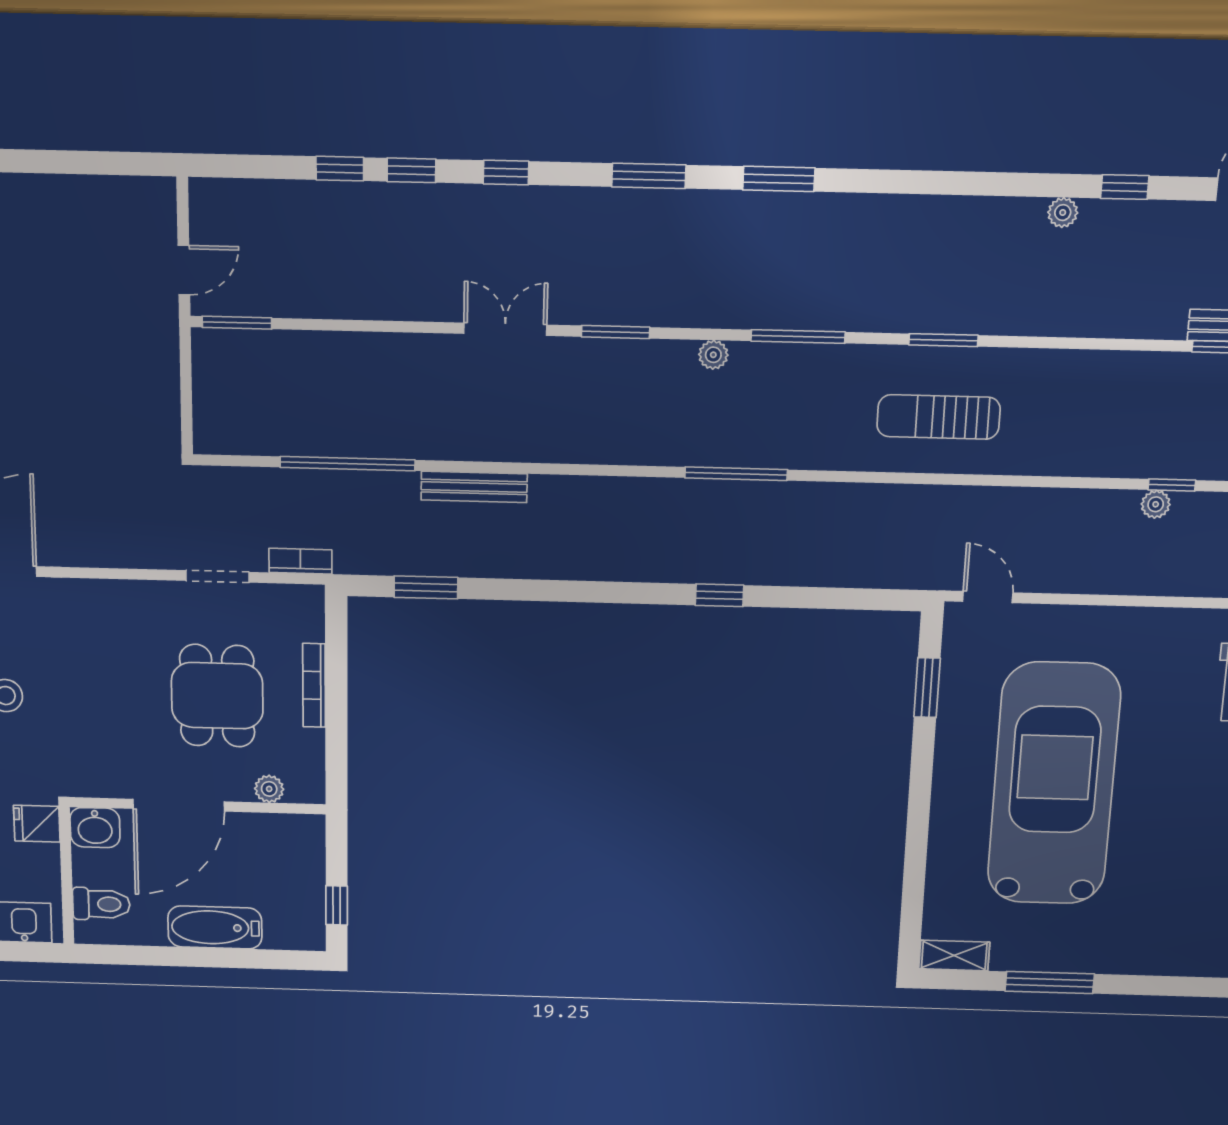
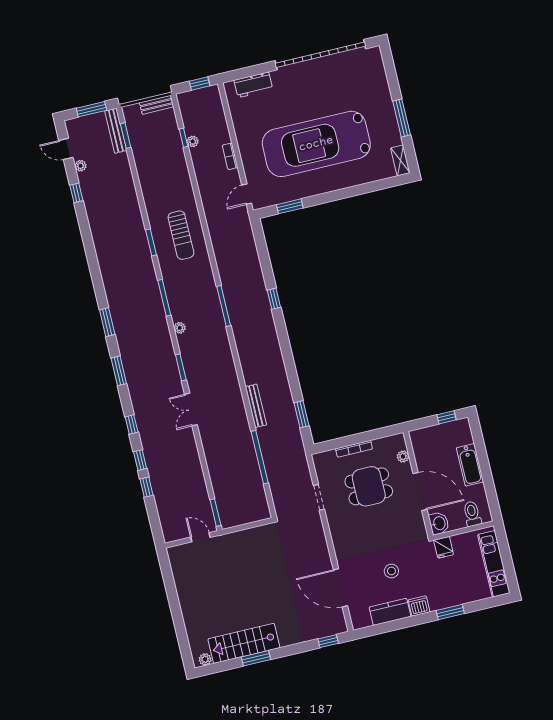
plant: (1063, 213) -> (81, 166), moved
bookcase: (300, 561) -> (230, 156), moved

